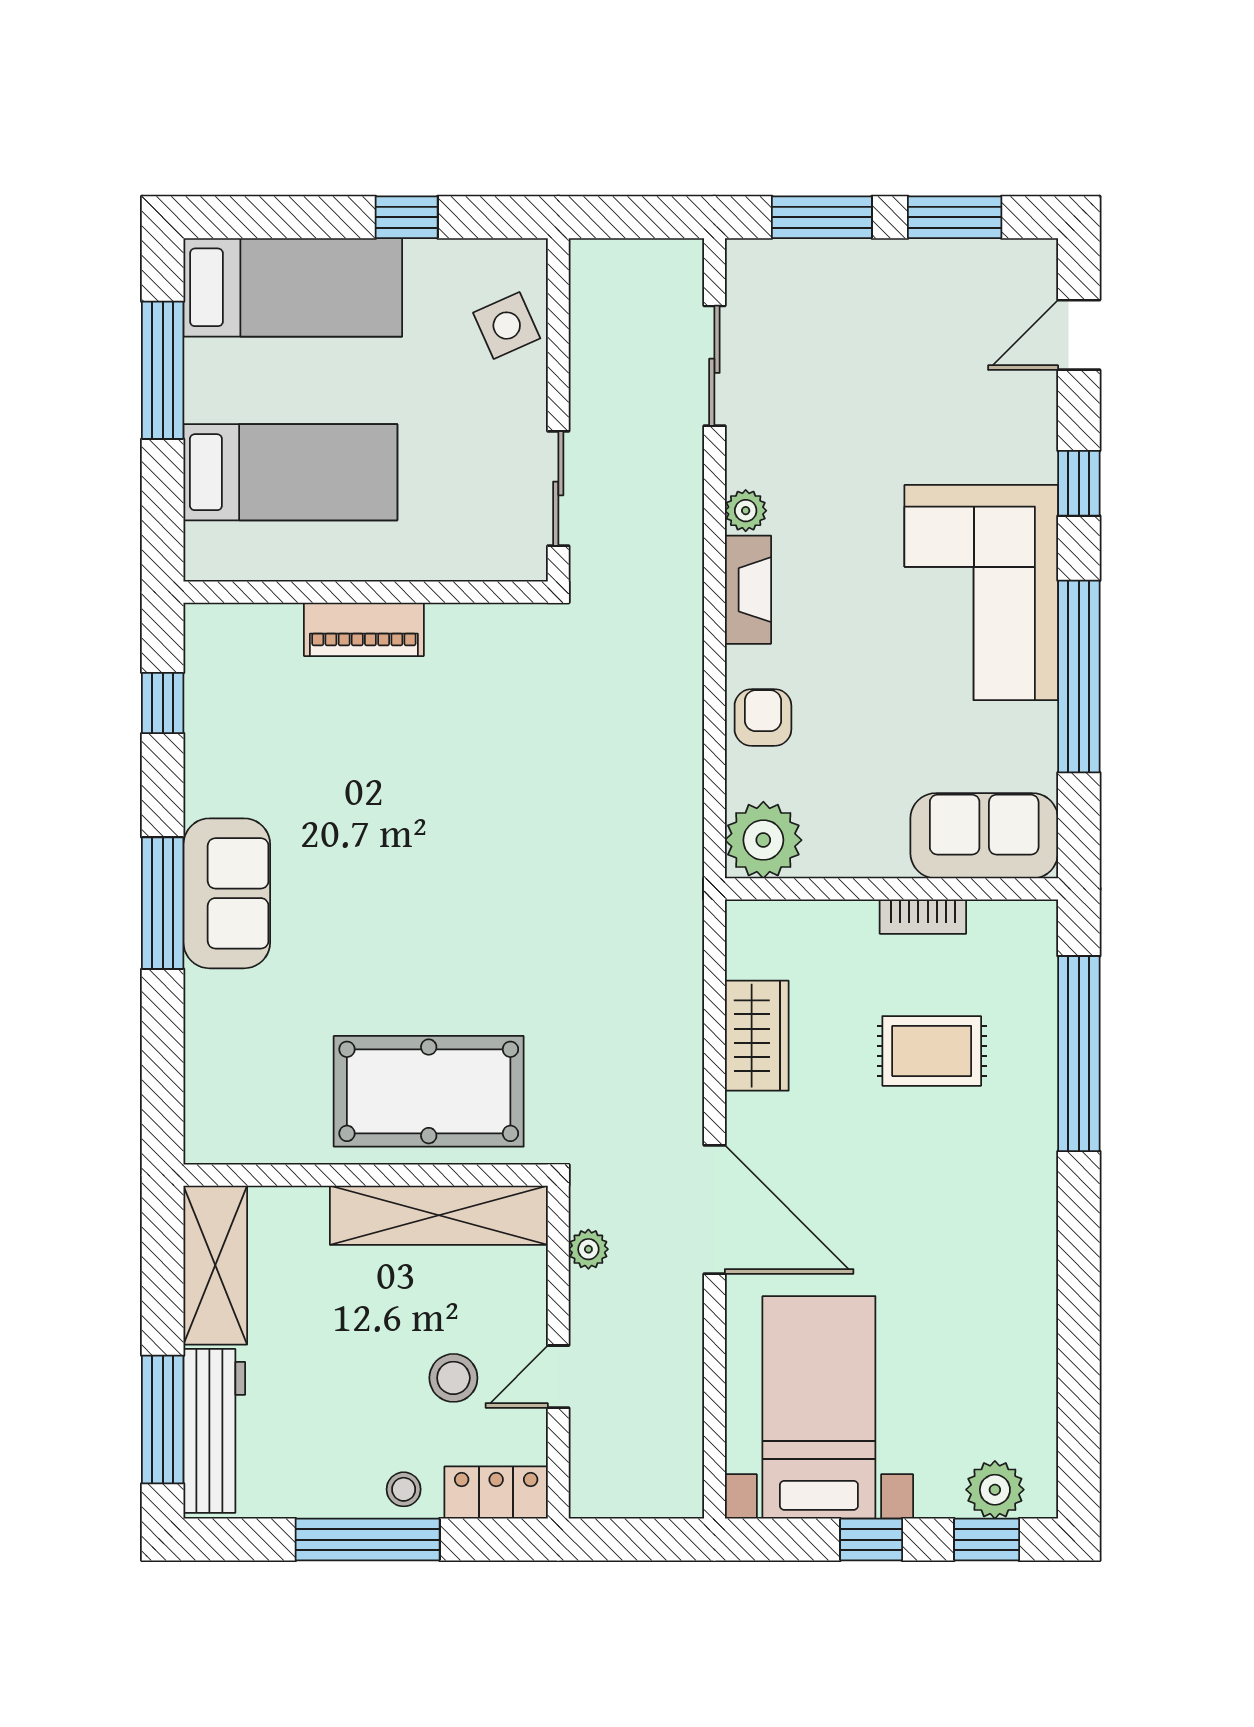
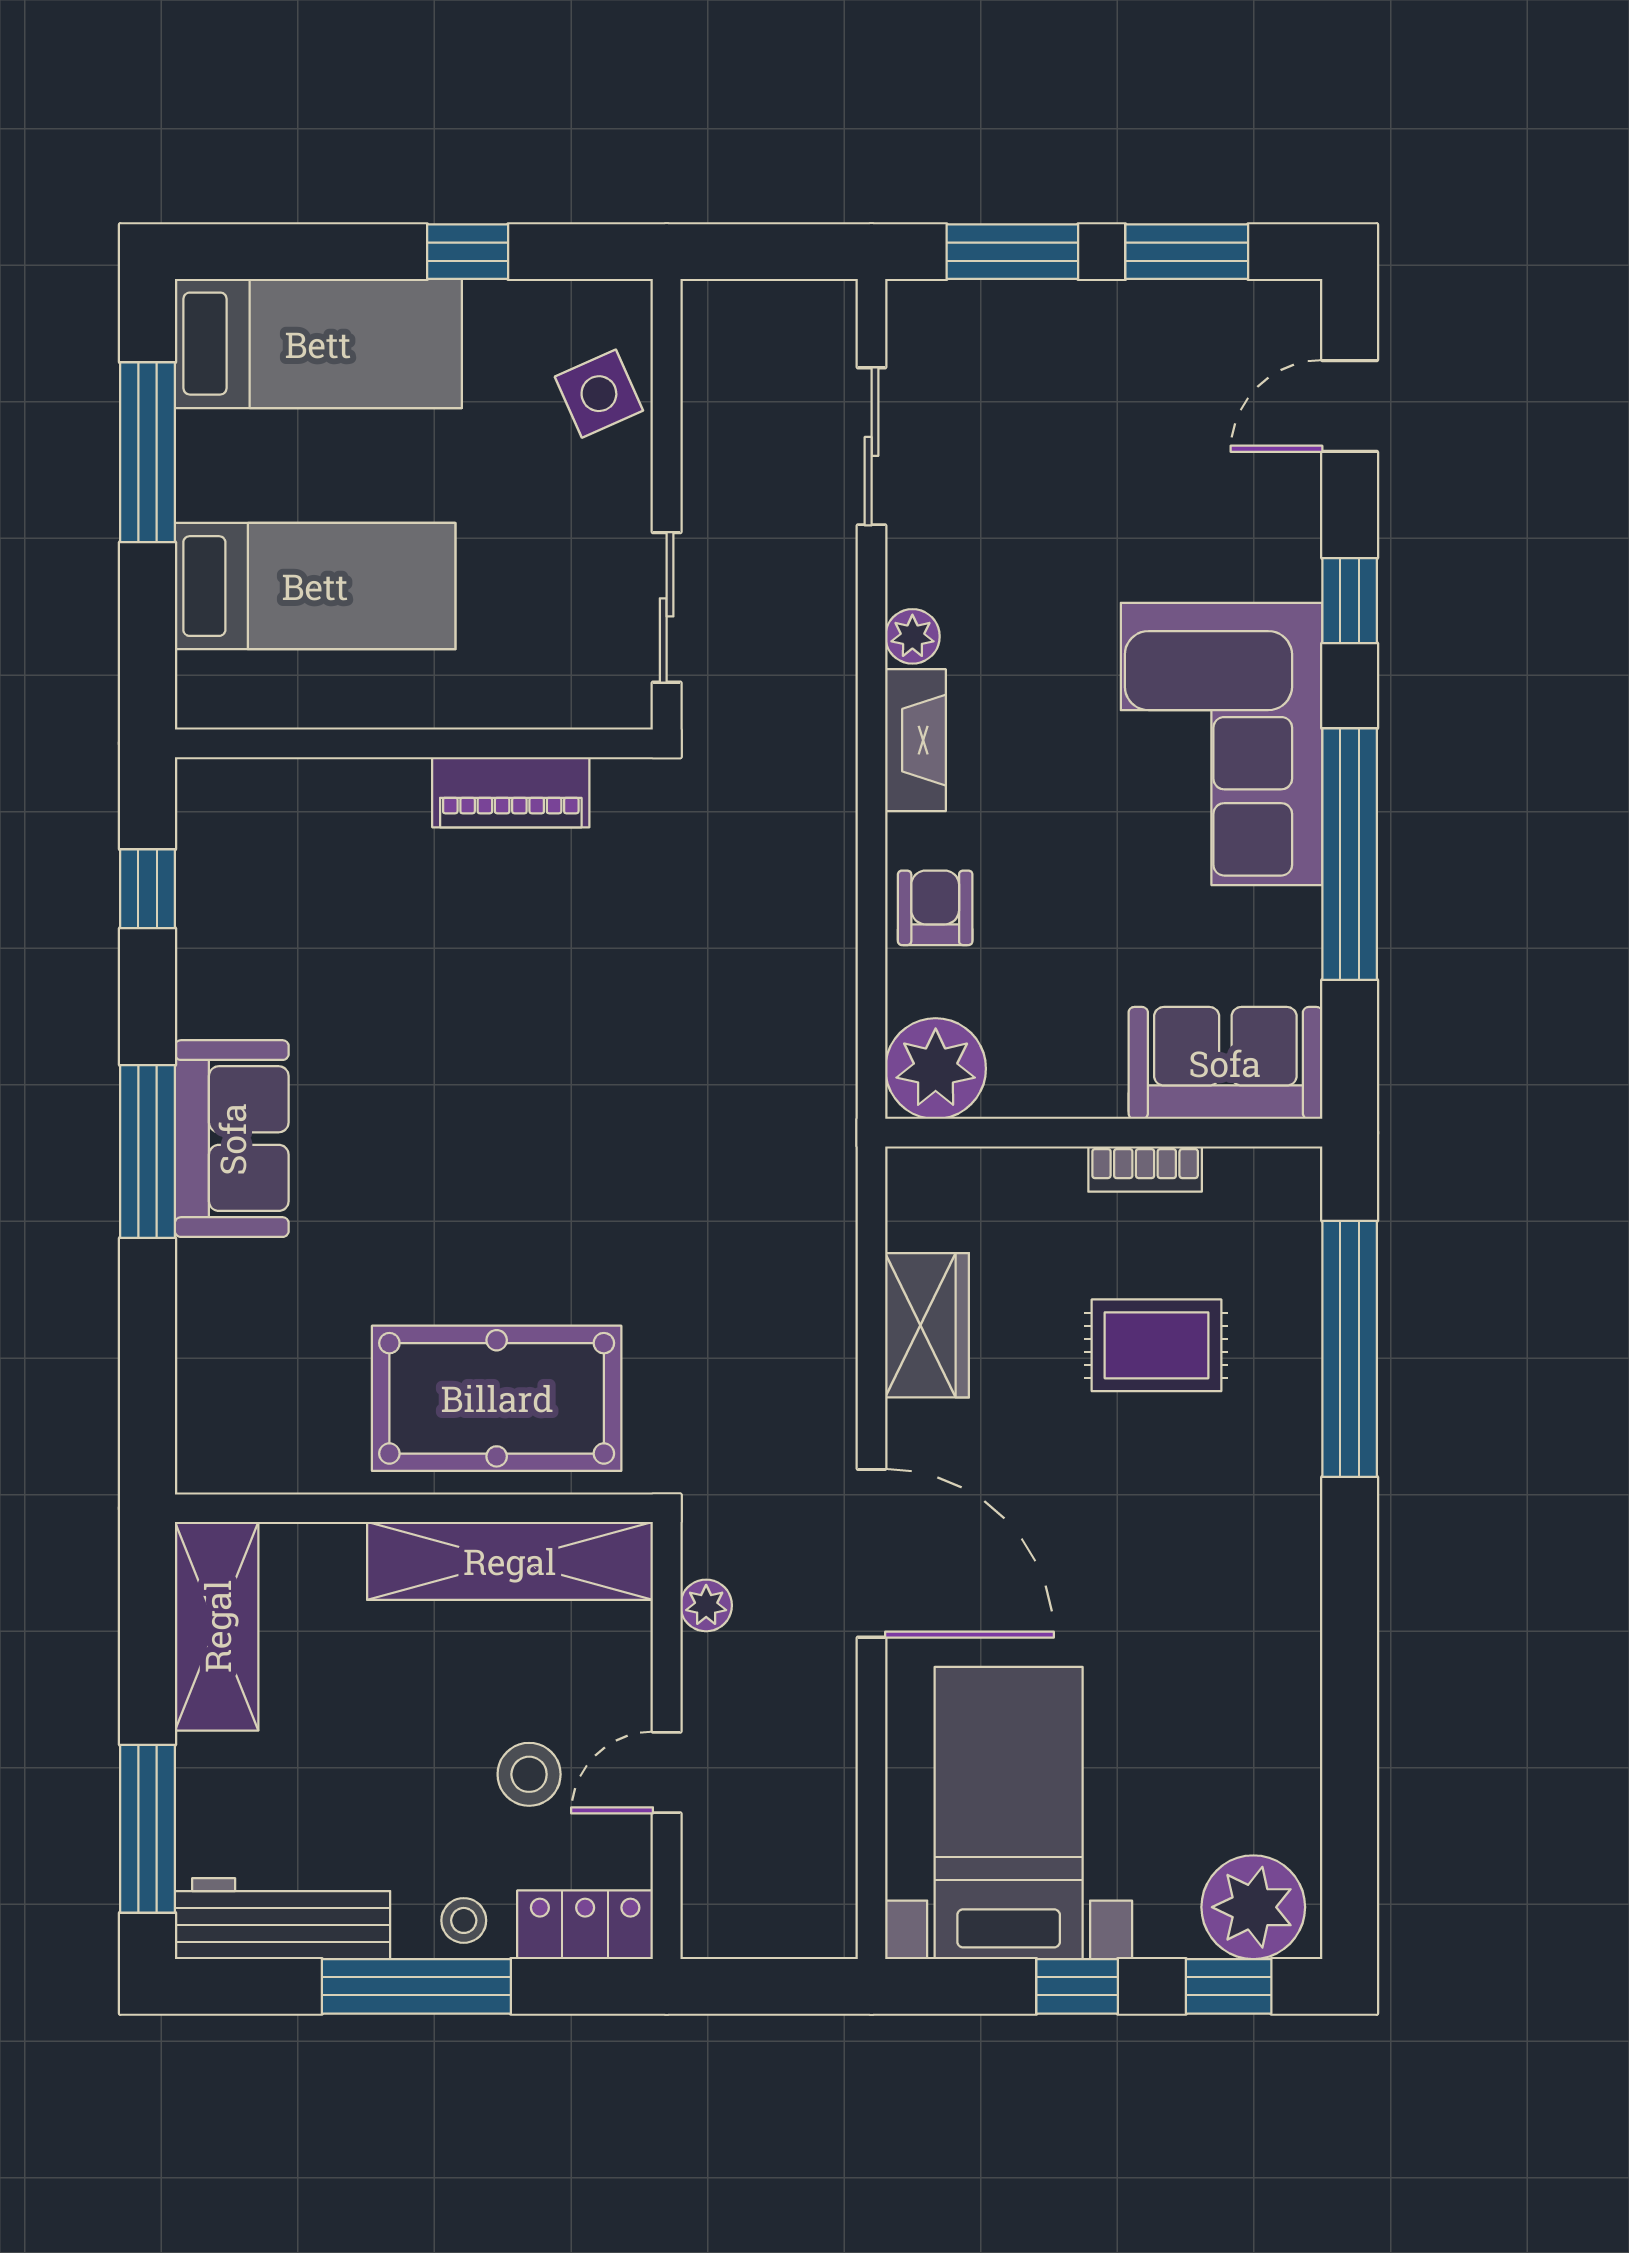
piano: (364, 629) -> (511, 792), moved
workbench: (214, 1431) -> (283, 1919), moved, turned -90
plant: (995, 1490) -> (1253, 1907), width x1.36, depth x1.36

